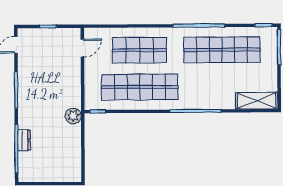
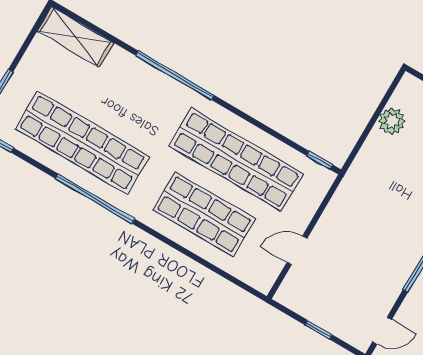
door: (82, 48) -> (297, 250), moved
plant: (73, 116) -> (392, 121), moved

